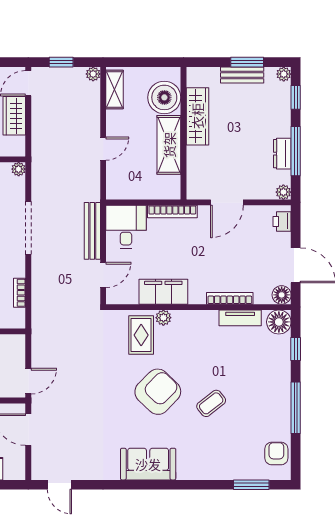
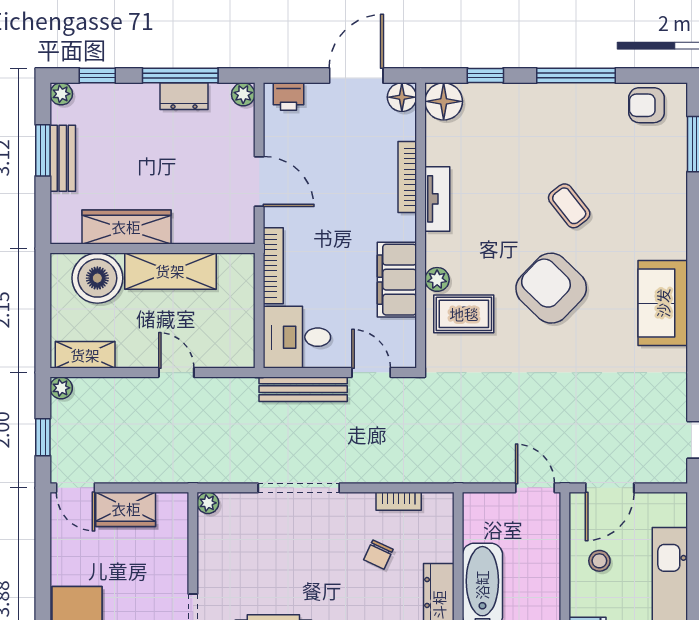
tv unit: (240, 318) -> (437, 199), moved

